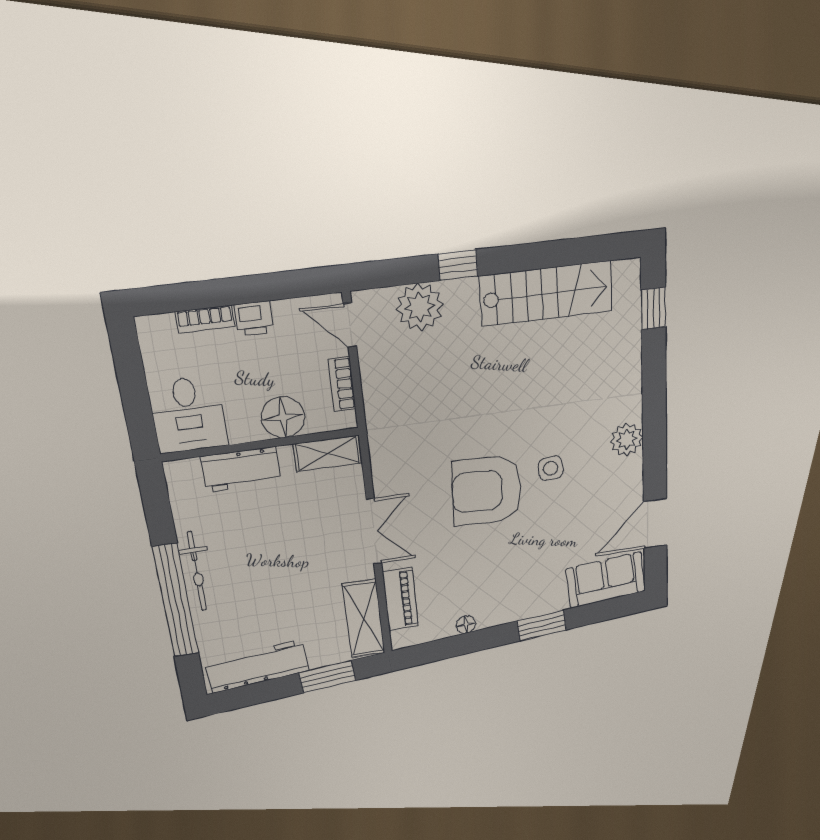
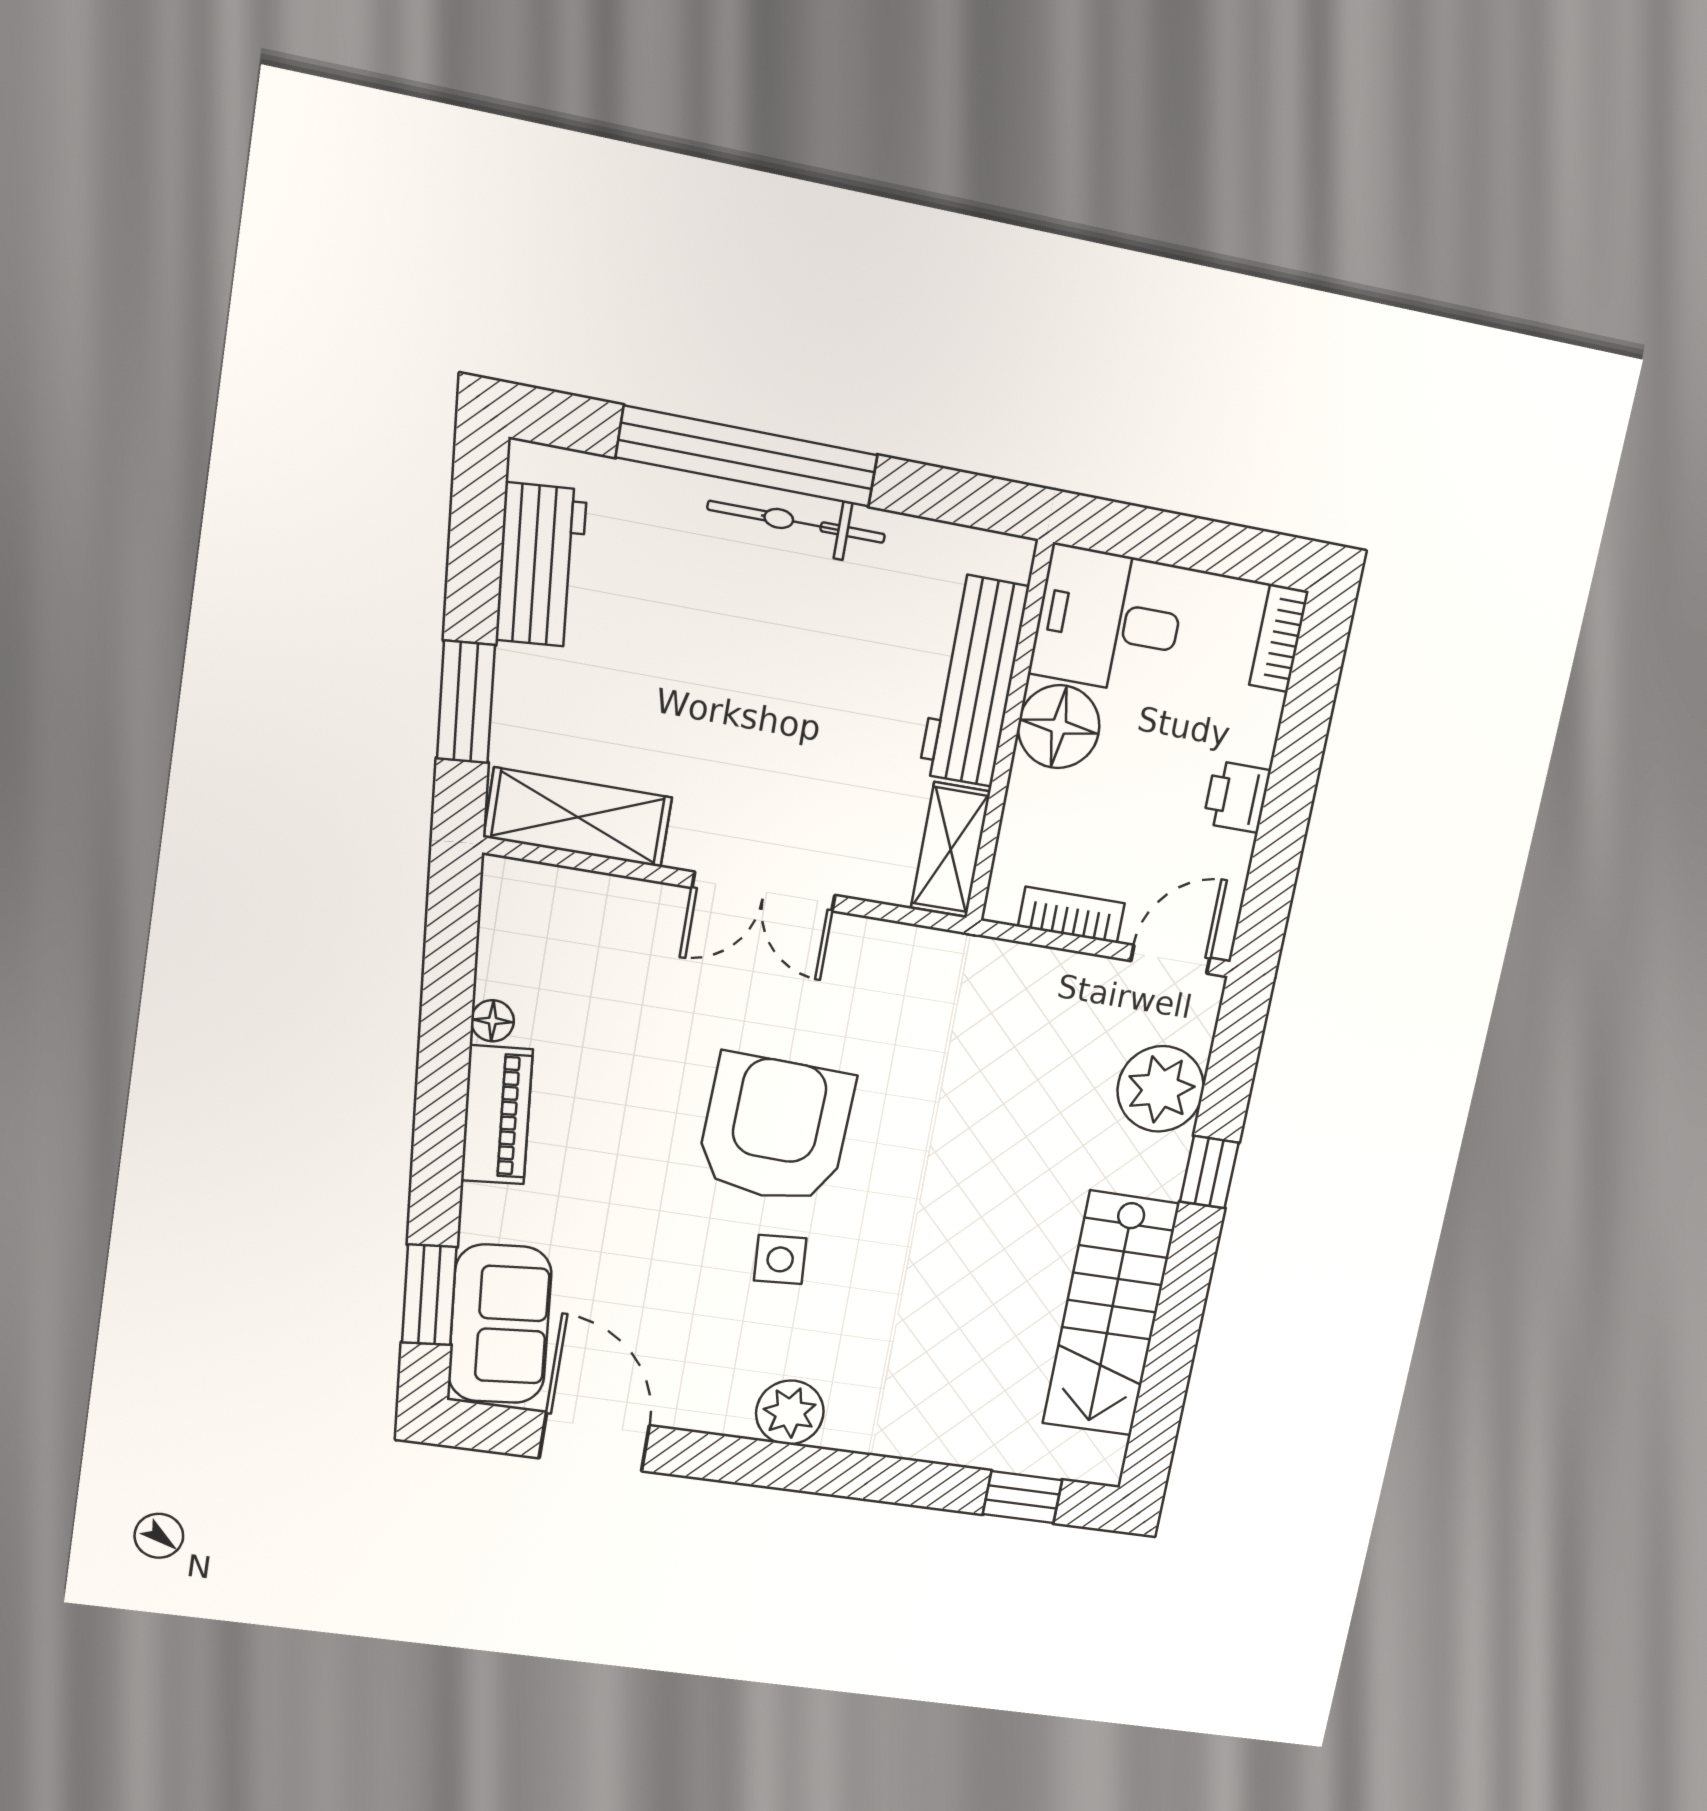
bookcase: (205, 319) -> (1279, 638), moved
floor lamp: (283, 417) -> (1059, 727), moved
workbench: (241, 469) -> (974, 680), width x1.38
piano: (400, 599) -> (497, 1115), moved, turned -95
window: (542, 626) -> (429, 1295), moved
workbench: (257, 666) -> (541, 565), width x0.73

